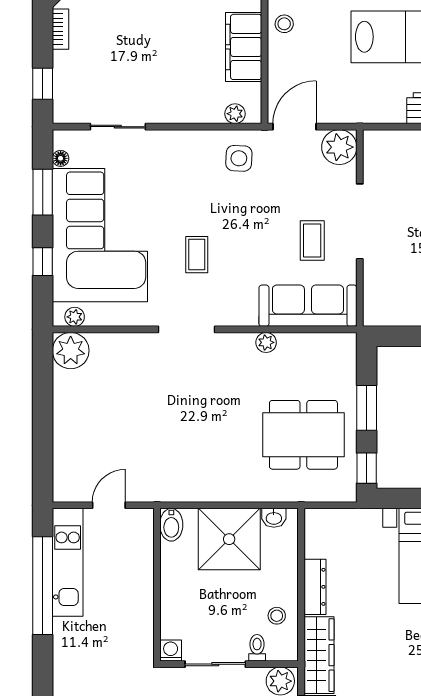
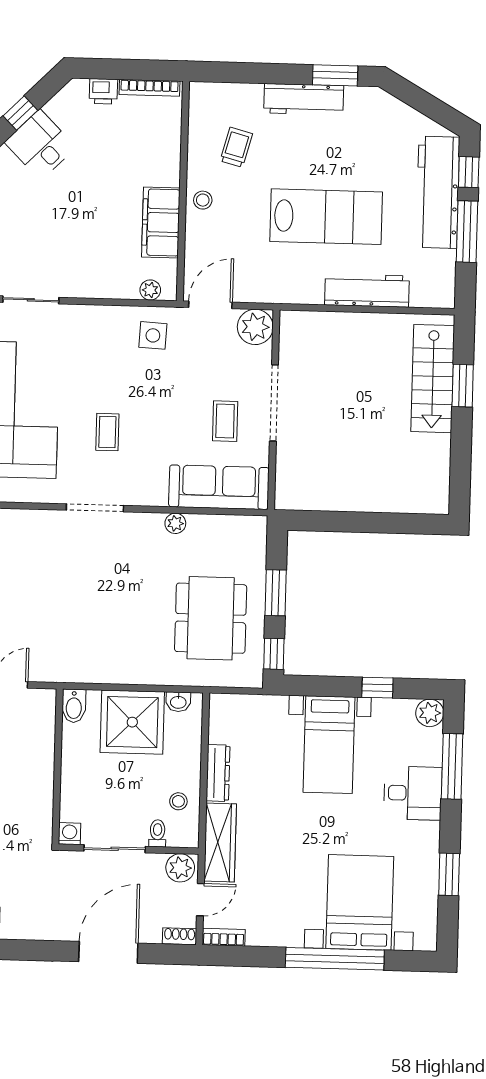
dining table: (303, 435) -> (211, 618), turned 90

